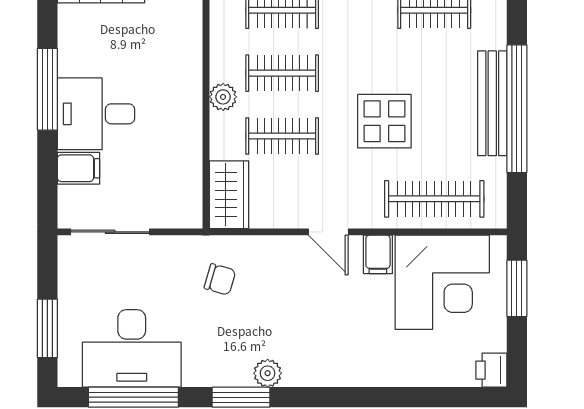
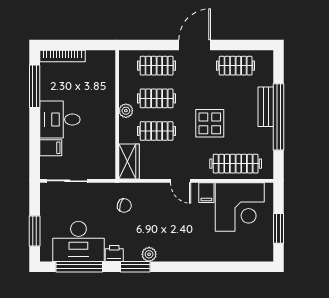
window: (47, 89) -> (35, 86), moved
bench: (492, 103) -> (266, 107), width x0.73
window: (517, 288) -> (279, 228), moved
printer: (491, 370) -> (114, 253), moved, turned 90

